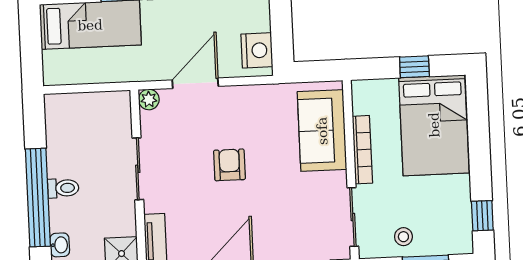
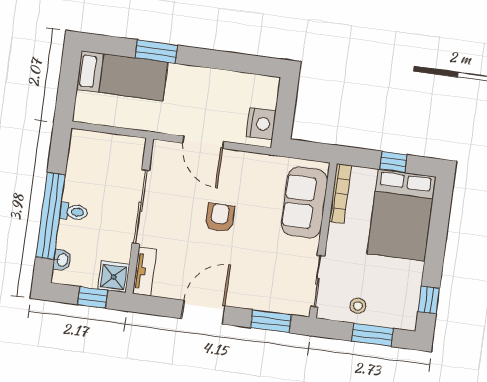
door: (195, 83) -> (203, 142), swing flipped
plant: (149, 99) -> (161, 149), removed
bookcase: (362, 150) -> (340, 194), moved
sliding door: (138, 169) -> (141, 207), width x1.37

